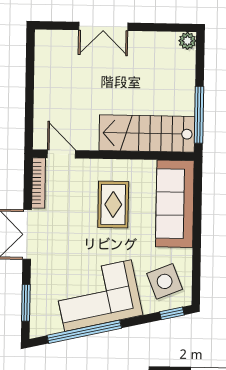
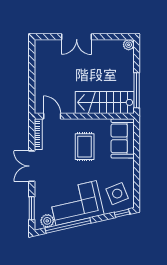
sofa: (175, 204) -> (123, 138), width x0.73
plant: (51, 324) -> (47, 221), added

